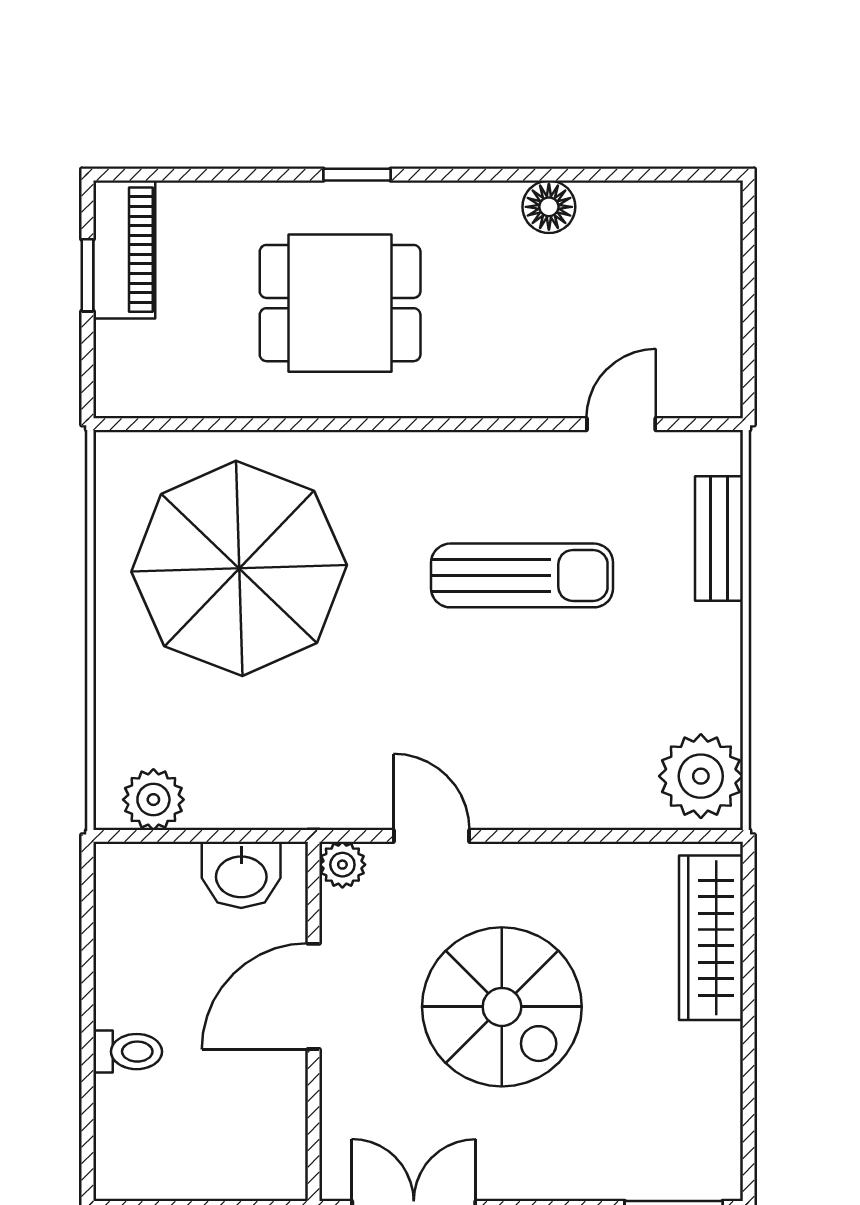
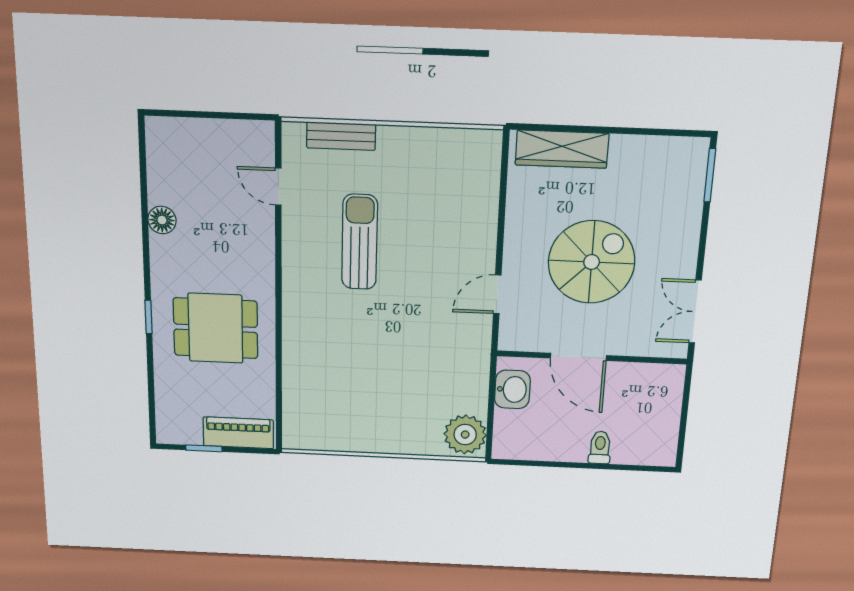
piano: (124, 250) -> (238, 433), moved
dining table: (340, 303) -> (216, 328), turned 90
parasol: (239, 568) -> (353, 383), removed
plant: (701, 776) -> (472, 151), removed
plant: (153, 800) -> (465, 435), width x1.36, depth x1.36
plant: (342, 865) -> (510, 340), removed

